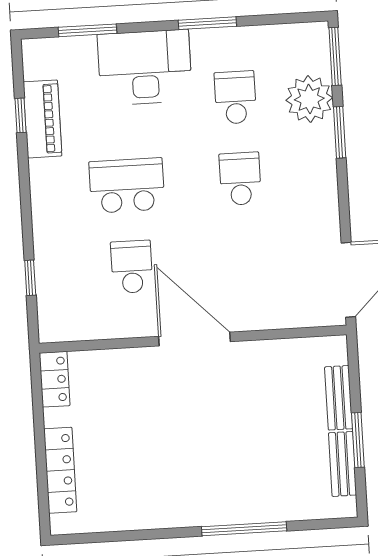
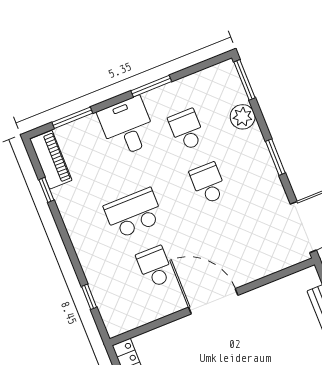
desk: (145, 67) -> (127, 127), width x0.73
plant: (309, 99) -> (243, 117), width x0.73, depth x0.73
piano: (42, 119) -> (51, 160), moved
window: (340, 132) -> (275, 157), moved

